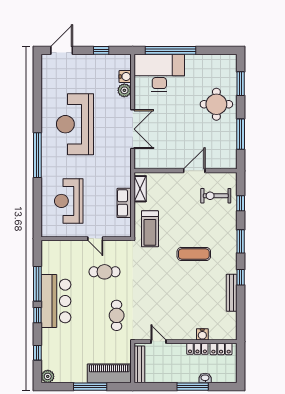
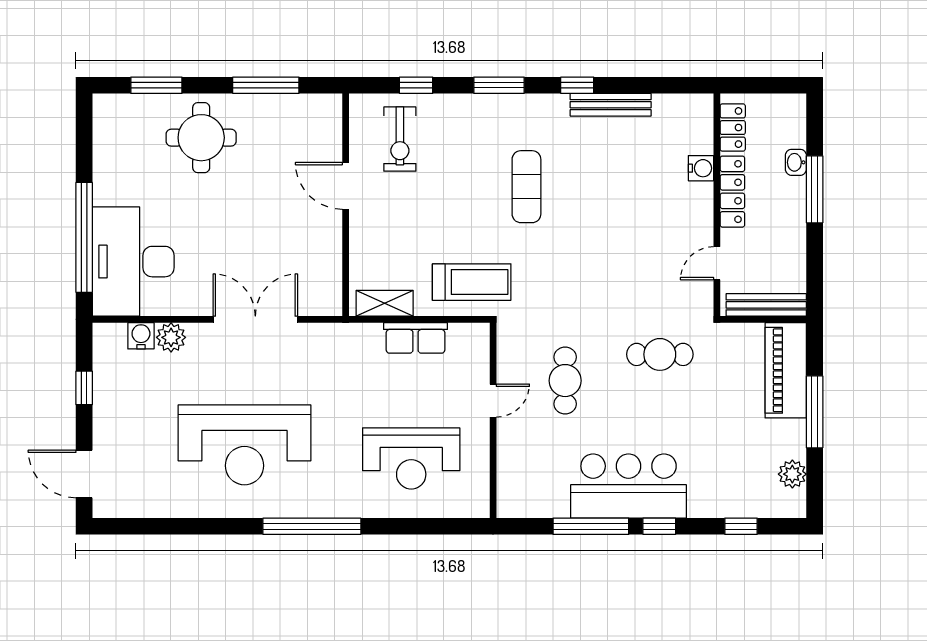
locker: (197, 349) -> (732, 192), width x1.53
plant: (48, 376) -> (792, 474), moved

